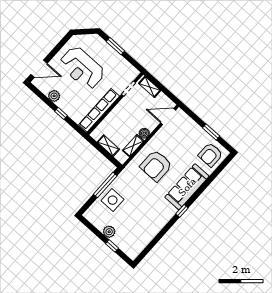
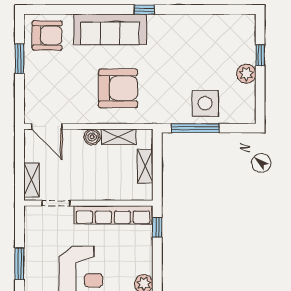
window: (61, 113) -> (157, 227), moved

